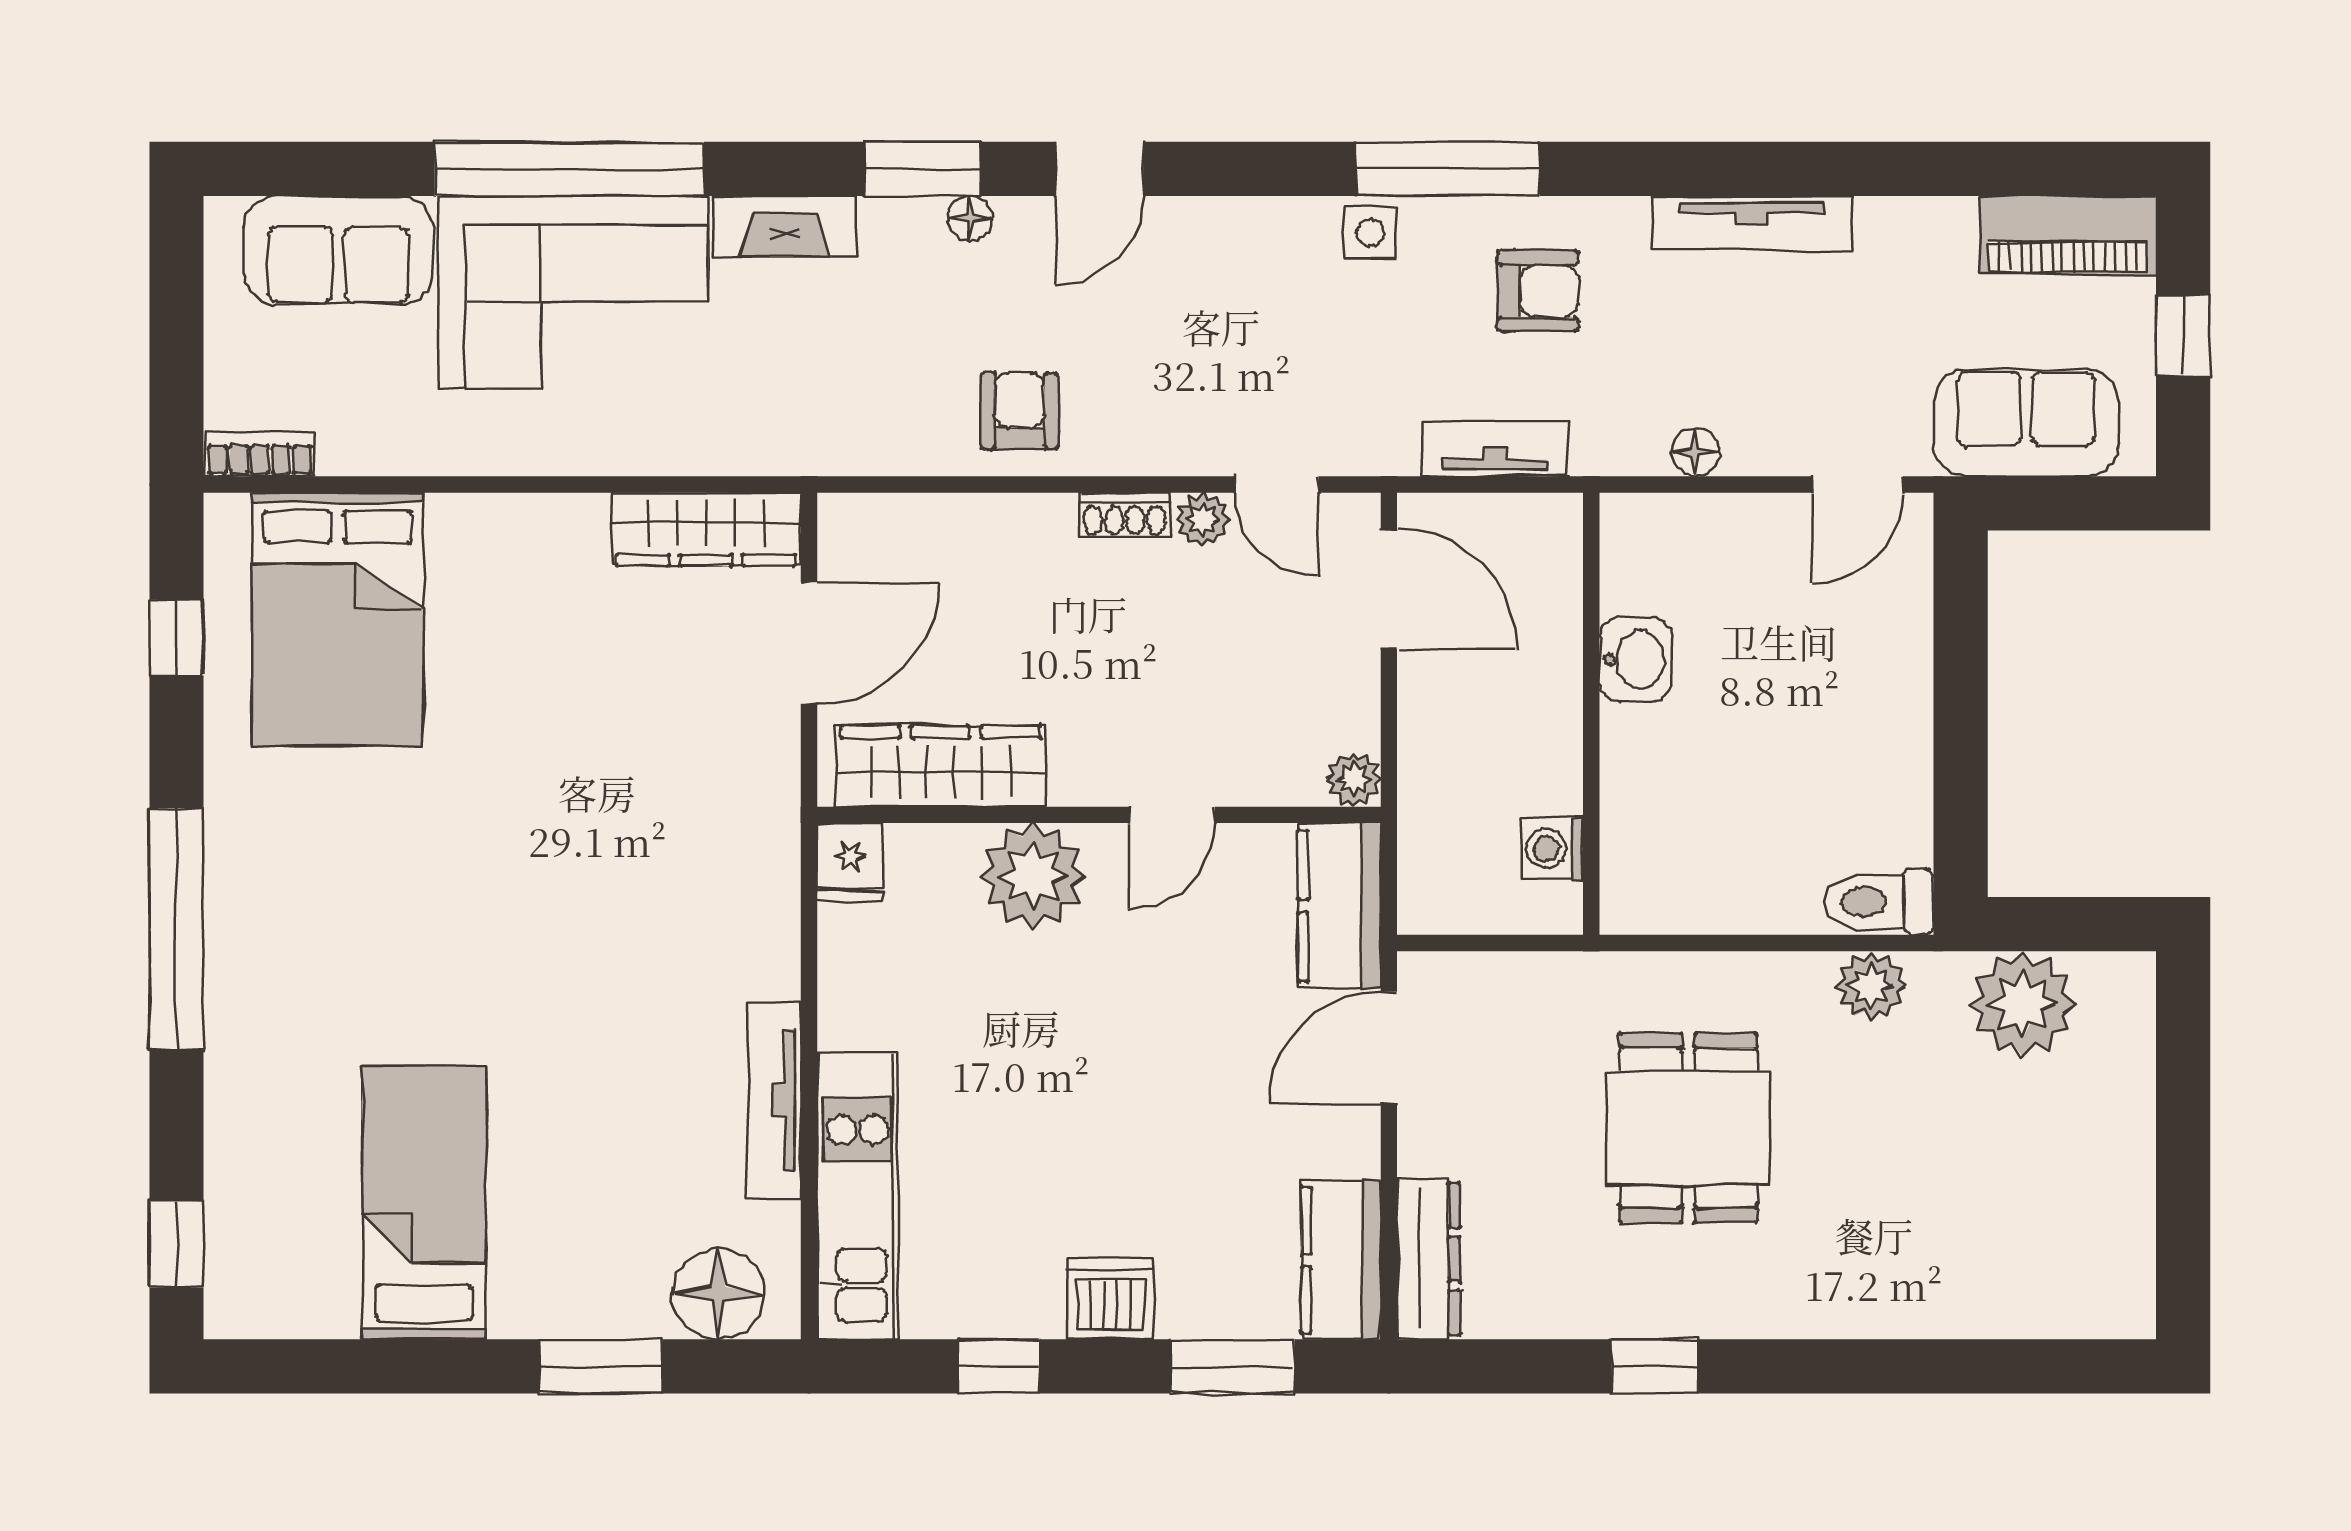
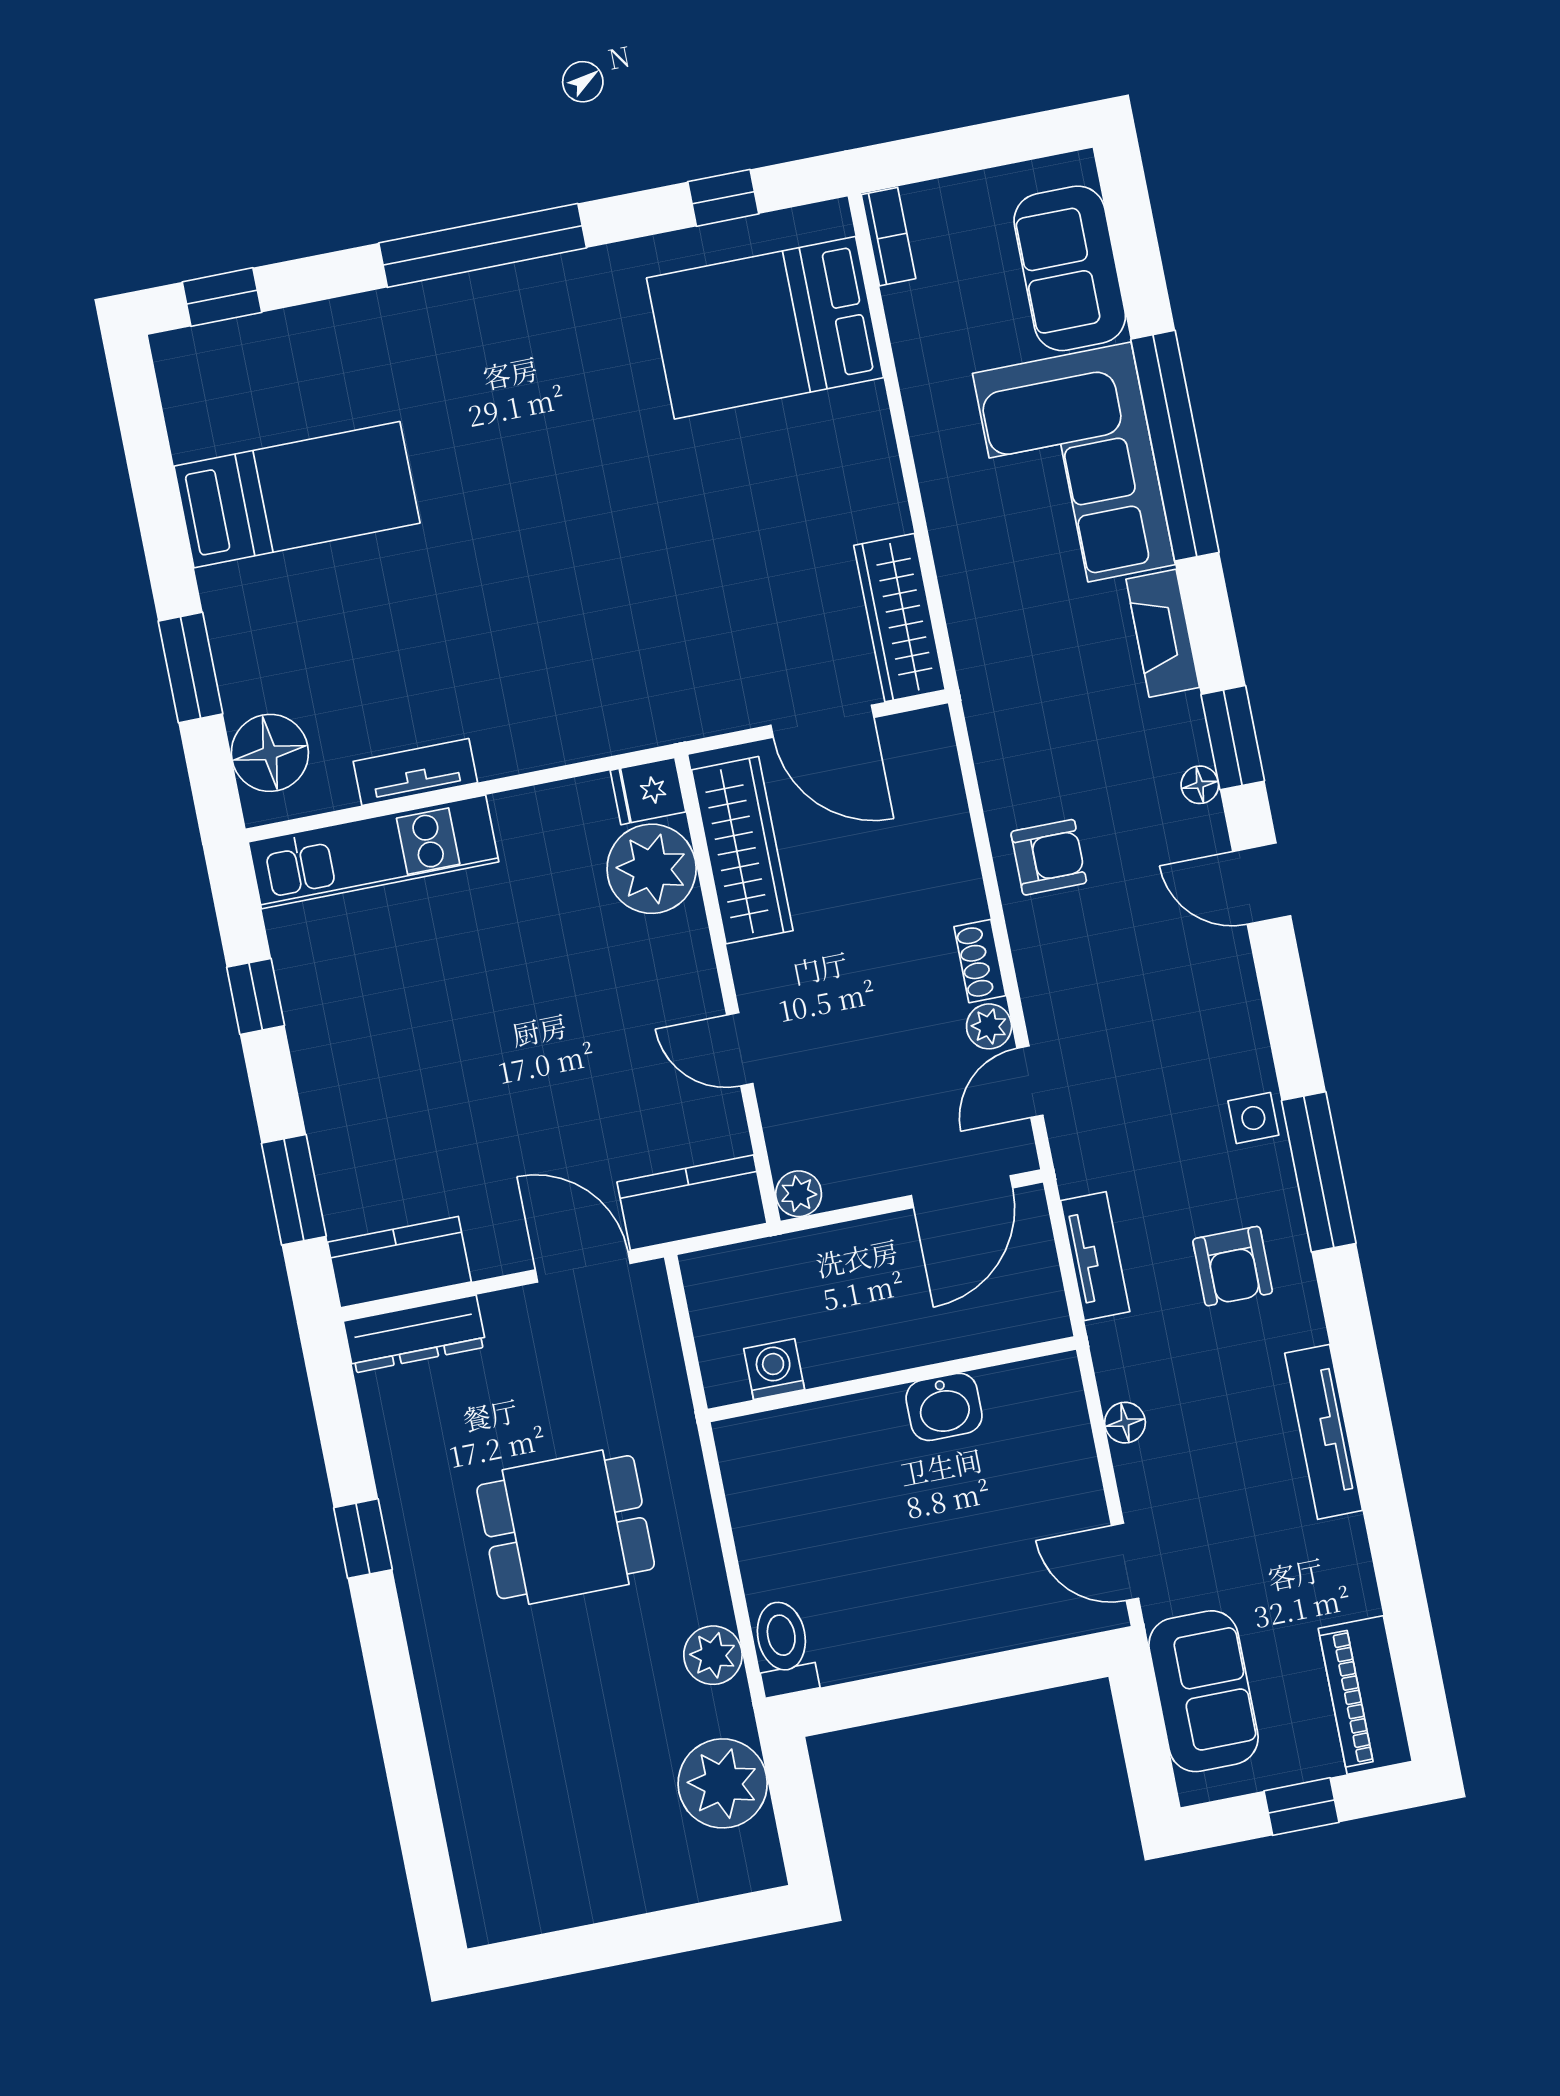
plant: (1033, 876) -> (652, 869), moved
tv unit: (774, 1100) -> (415, 772), width x0.71
dishwasher: (1111, 1299) -> (330, 1078), removed

